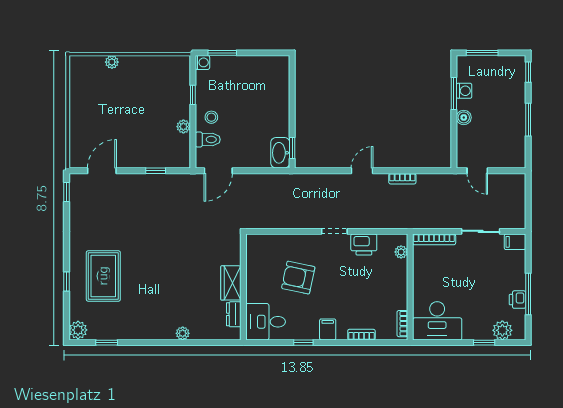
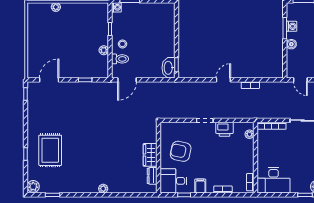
wardrobe: (231, 283) -> (150, 155), moved
wall: (243, 287) -> (159, 158), moved
dresser: (234, 314) -> (152, 176), moved
desk: (266, 322) -> (173, 181), moved

